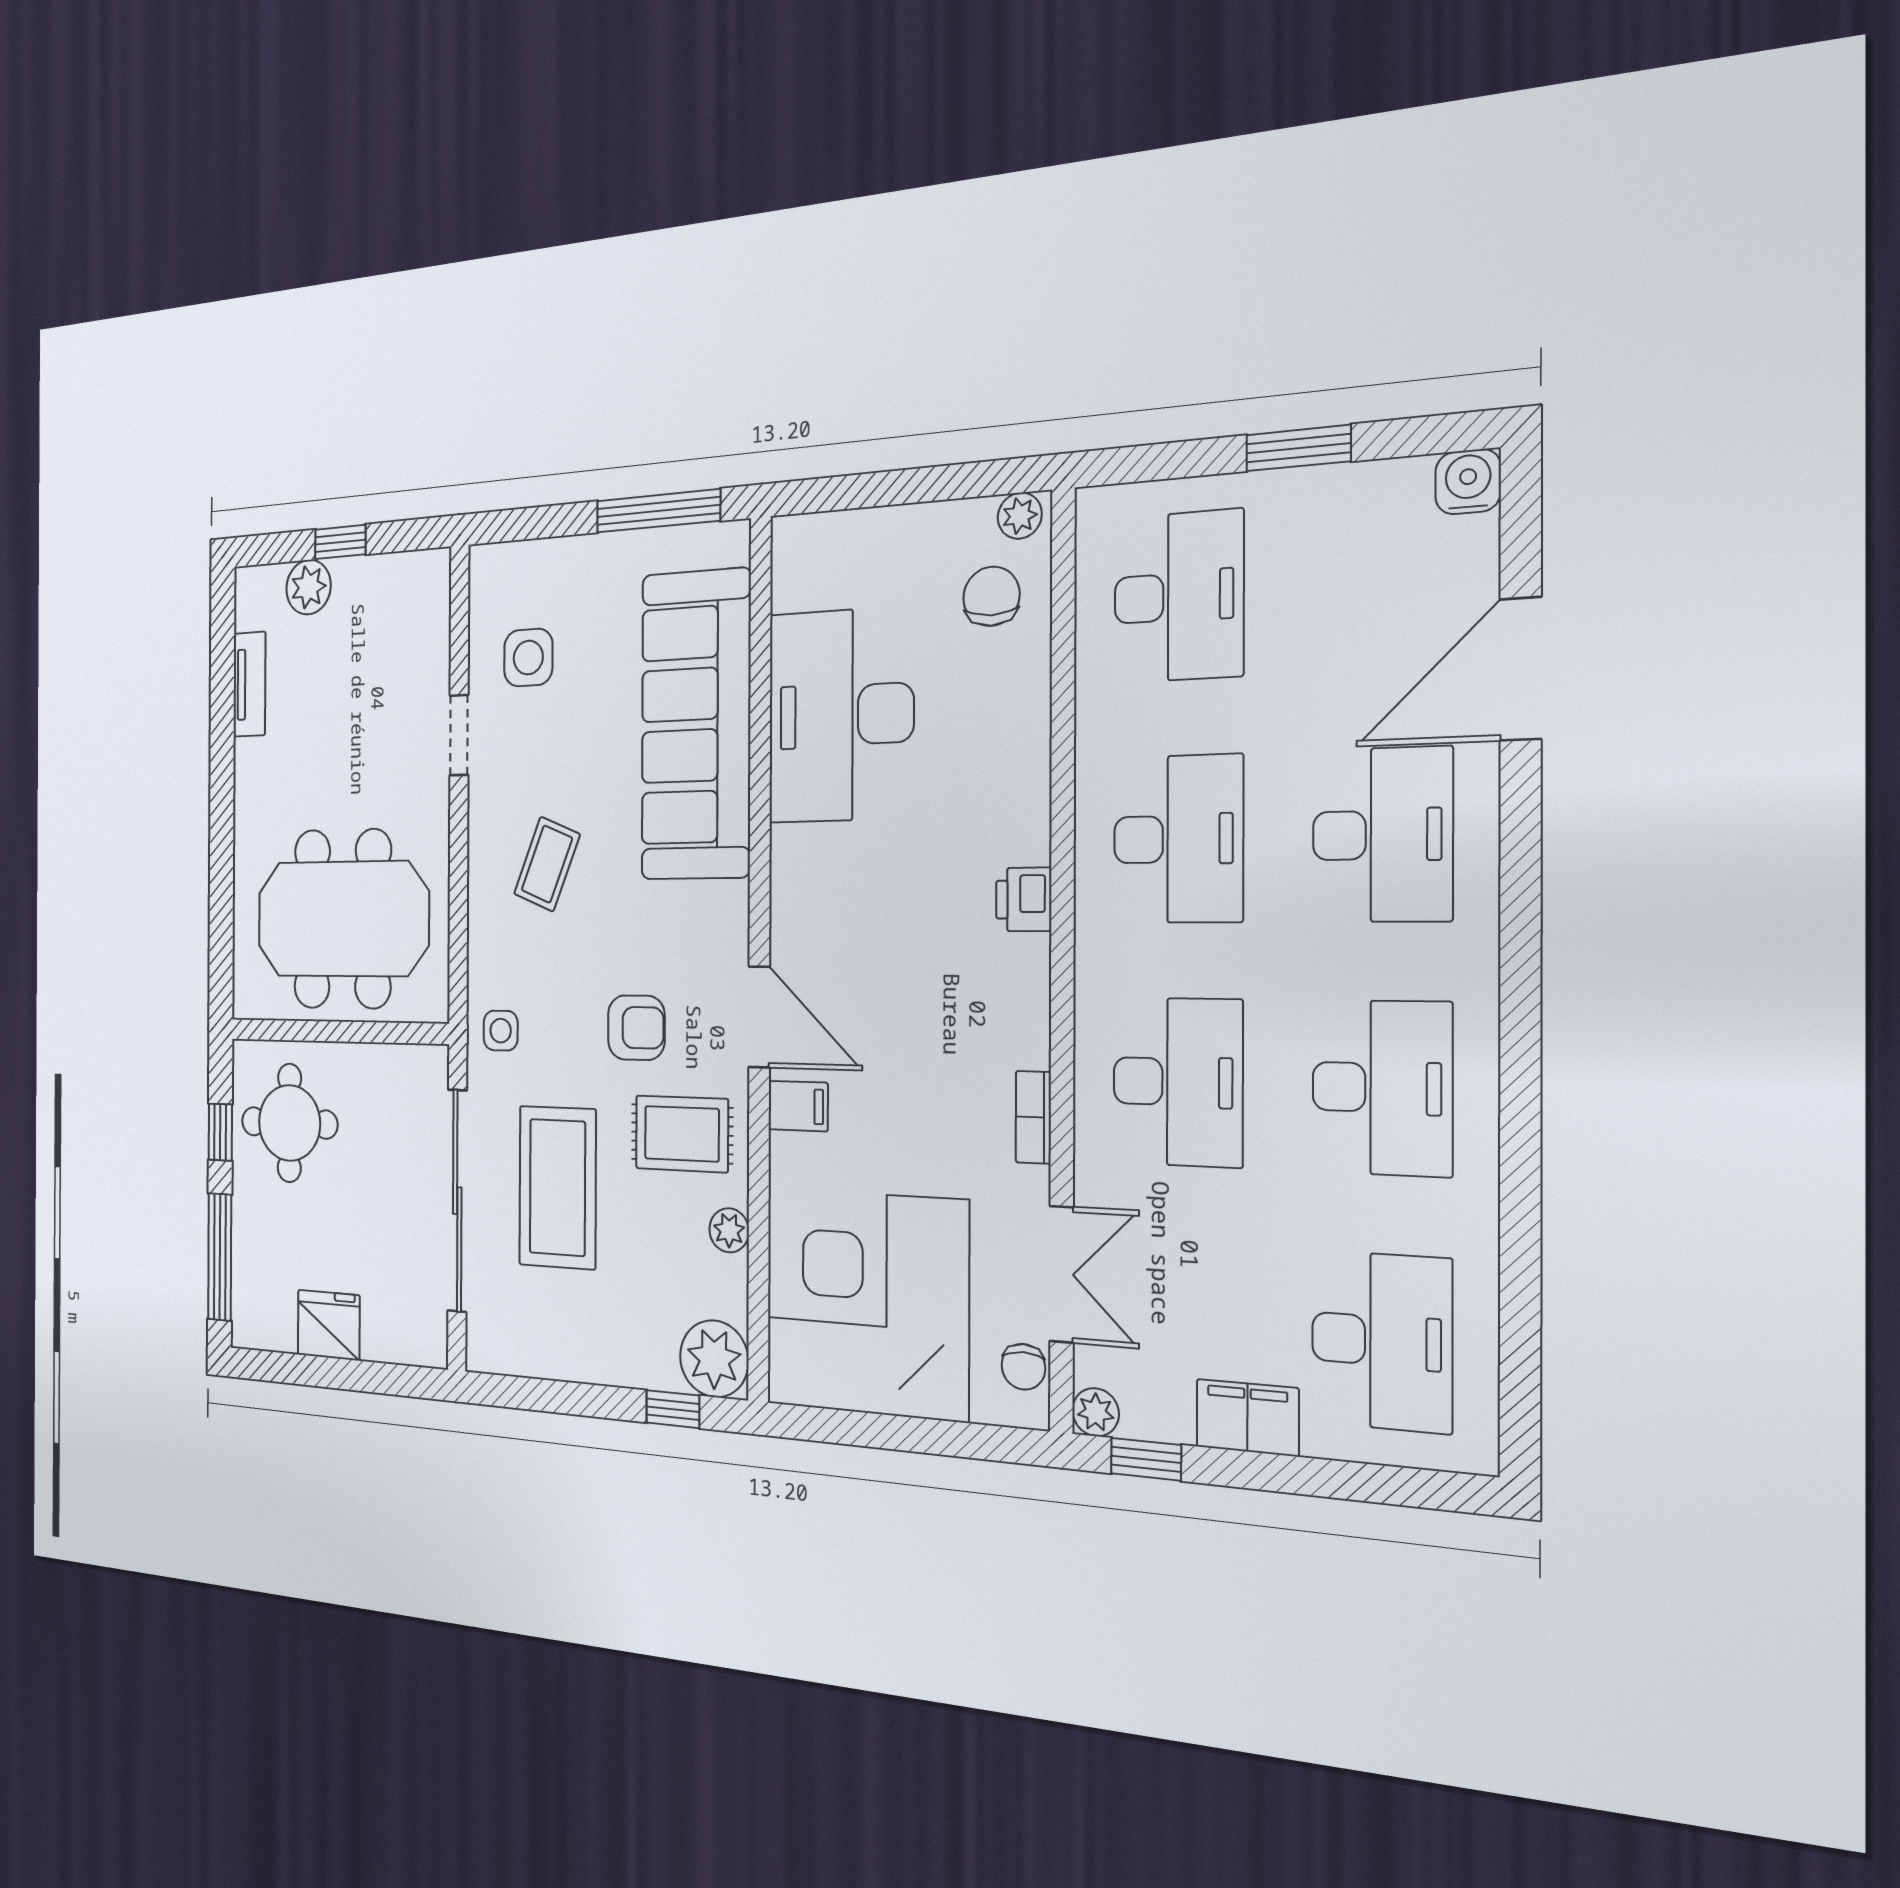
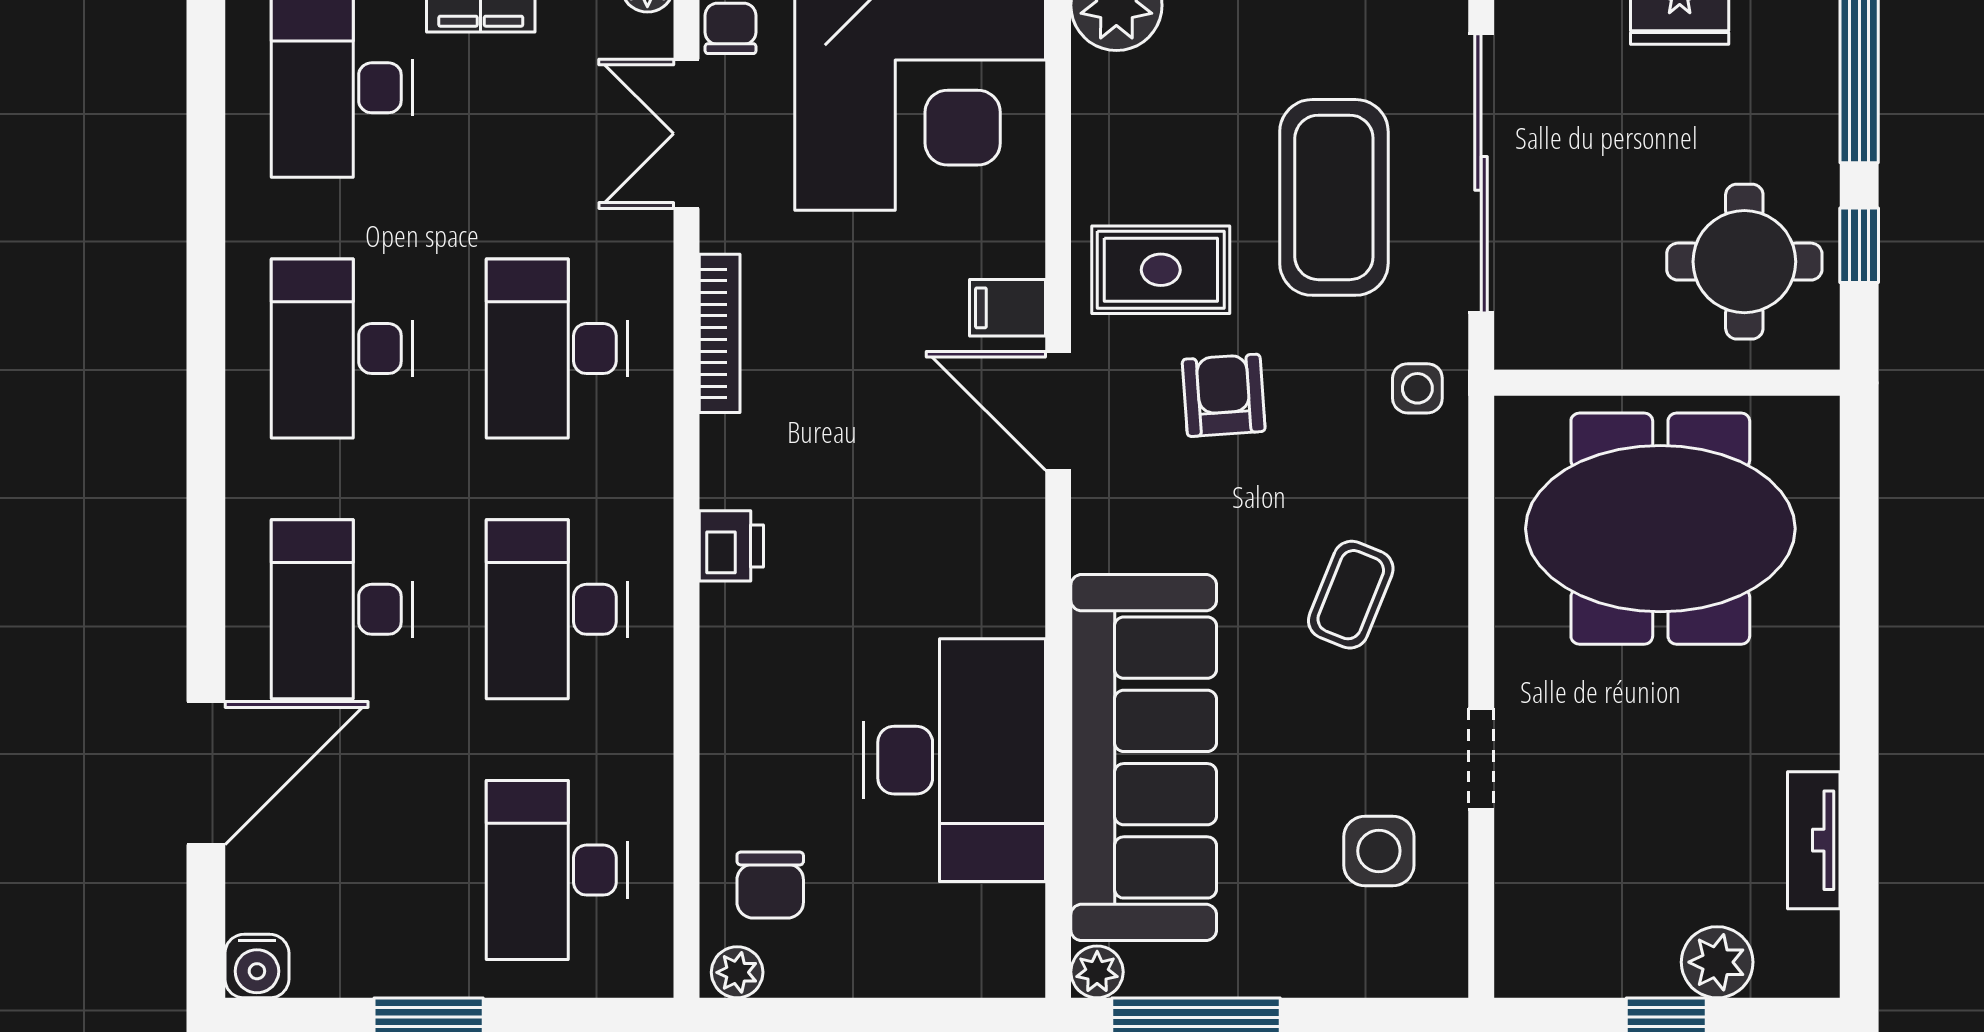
armchair: (636, 1028) -> (1224, 395), turned 86
bookcase: (1033, 1117) -> (720, 333), width x1.56
plant: (729, 1230) -> (1097, 972), moved

